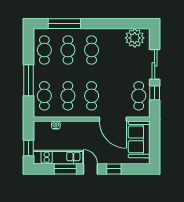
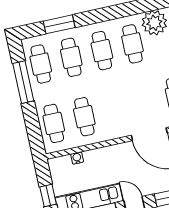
window: (64, 24) -> (59, 24), width x0.69
window: (28, 80) -> (23, 82), moved
cafe table: (92, 96) -> (132, 44), moved

